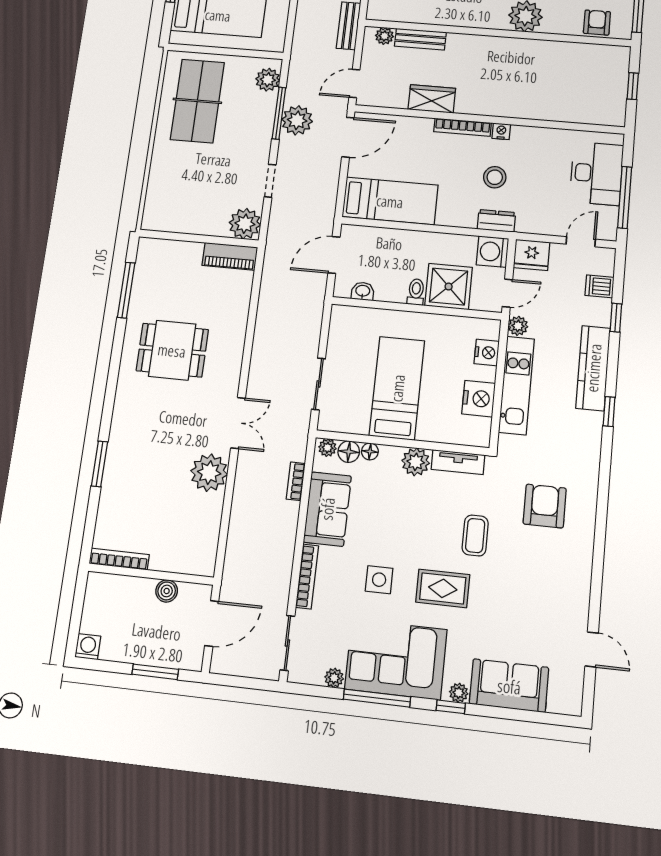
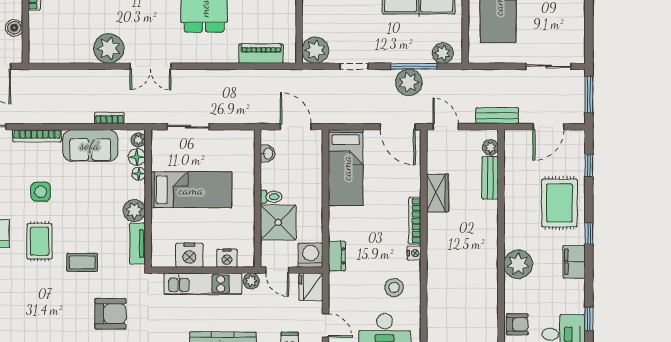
stool: (495, 177) -> (394, 288), moved
piano: (230, 256) -> (261, 54), moved, turned 90

